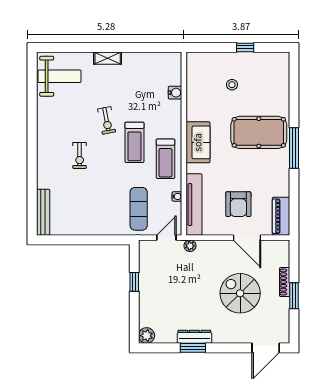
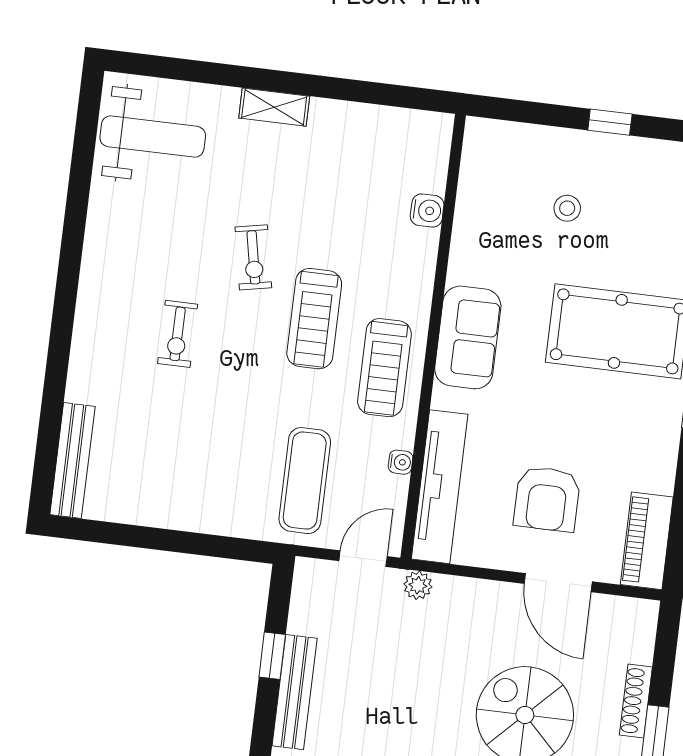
bench: (145, 295) -> (295, 692), added

